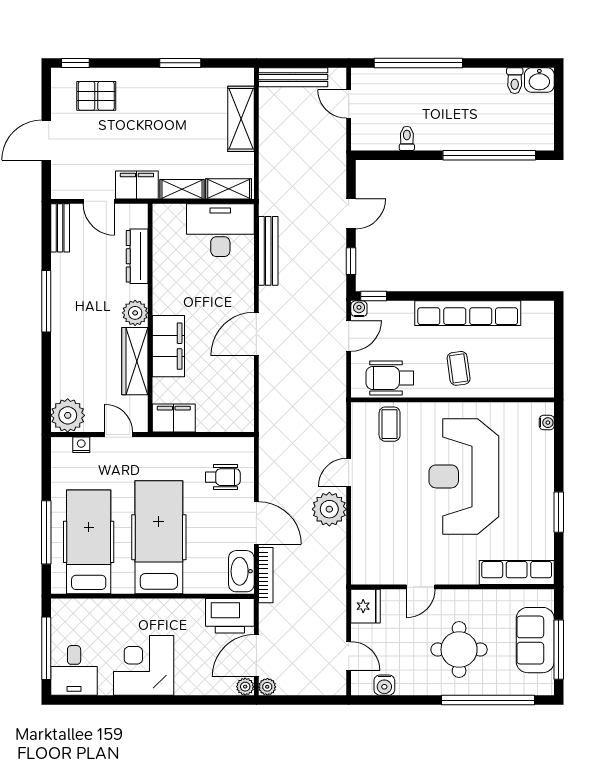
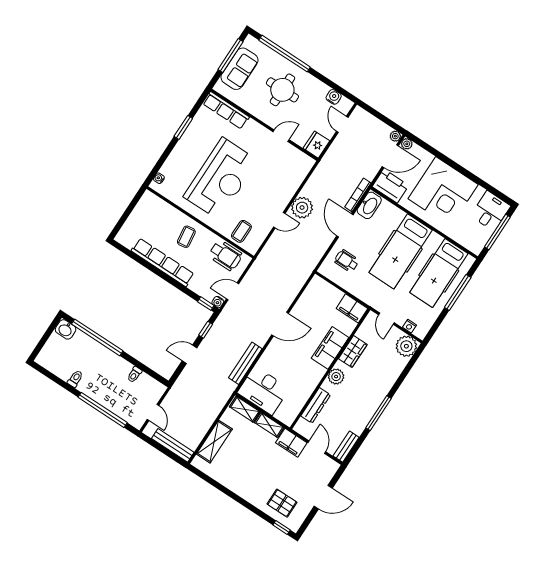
window: (180, 63) -> (227, 492), removed
washbasin: (539, 80) -> (66, 329), moved, turned 180
toilet: (515, 81) -> (75, 379), moved
wardrobe: (135, 361) -> (353, 352), width x0.67
corner desk: (144, 665) -> (443, 192), width x1.36, depth x1.36

